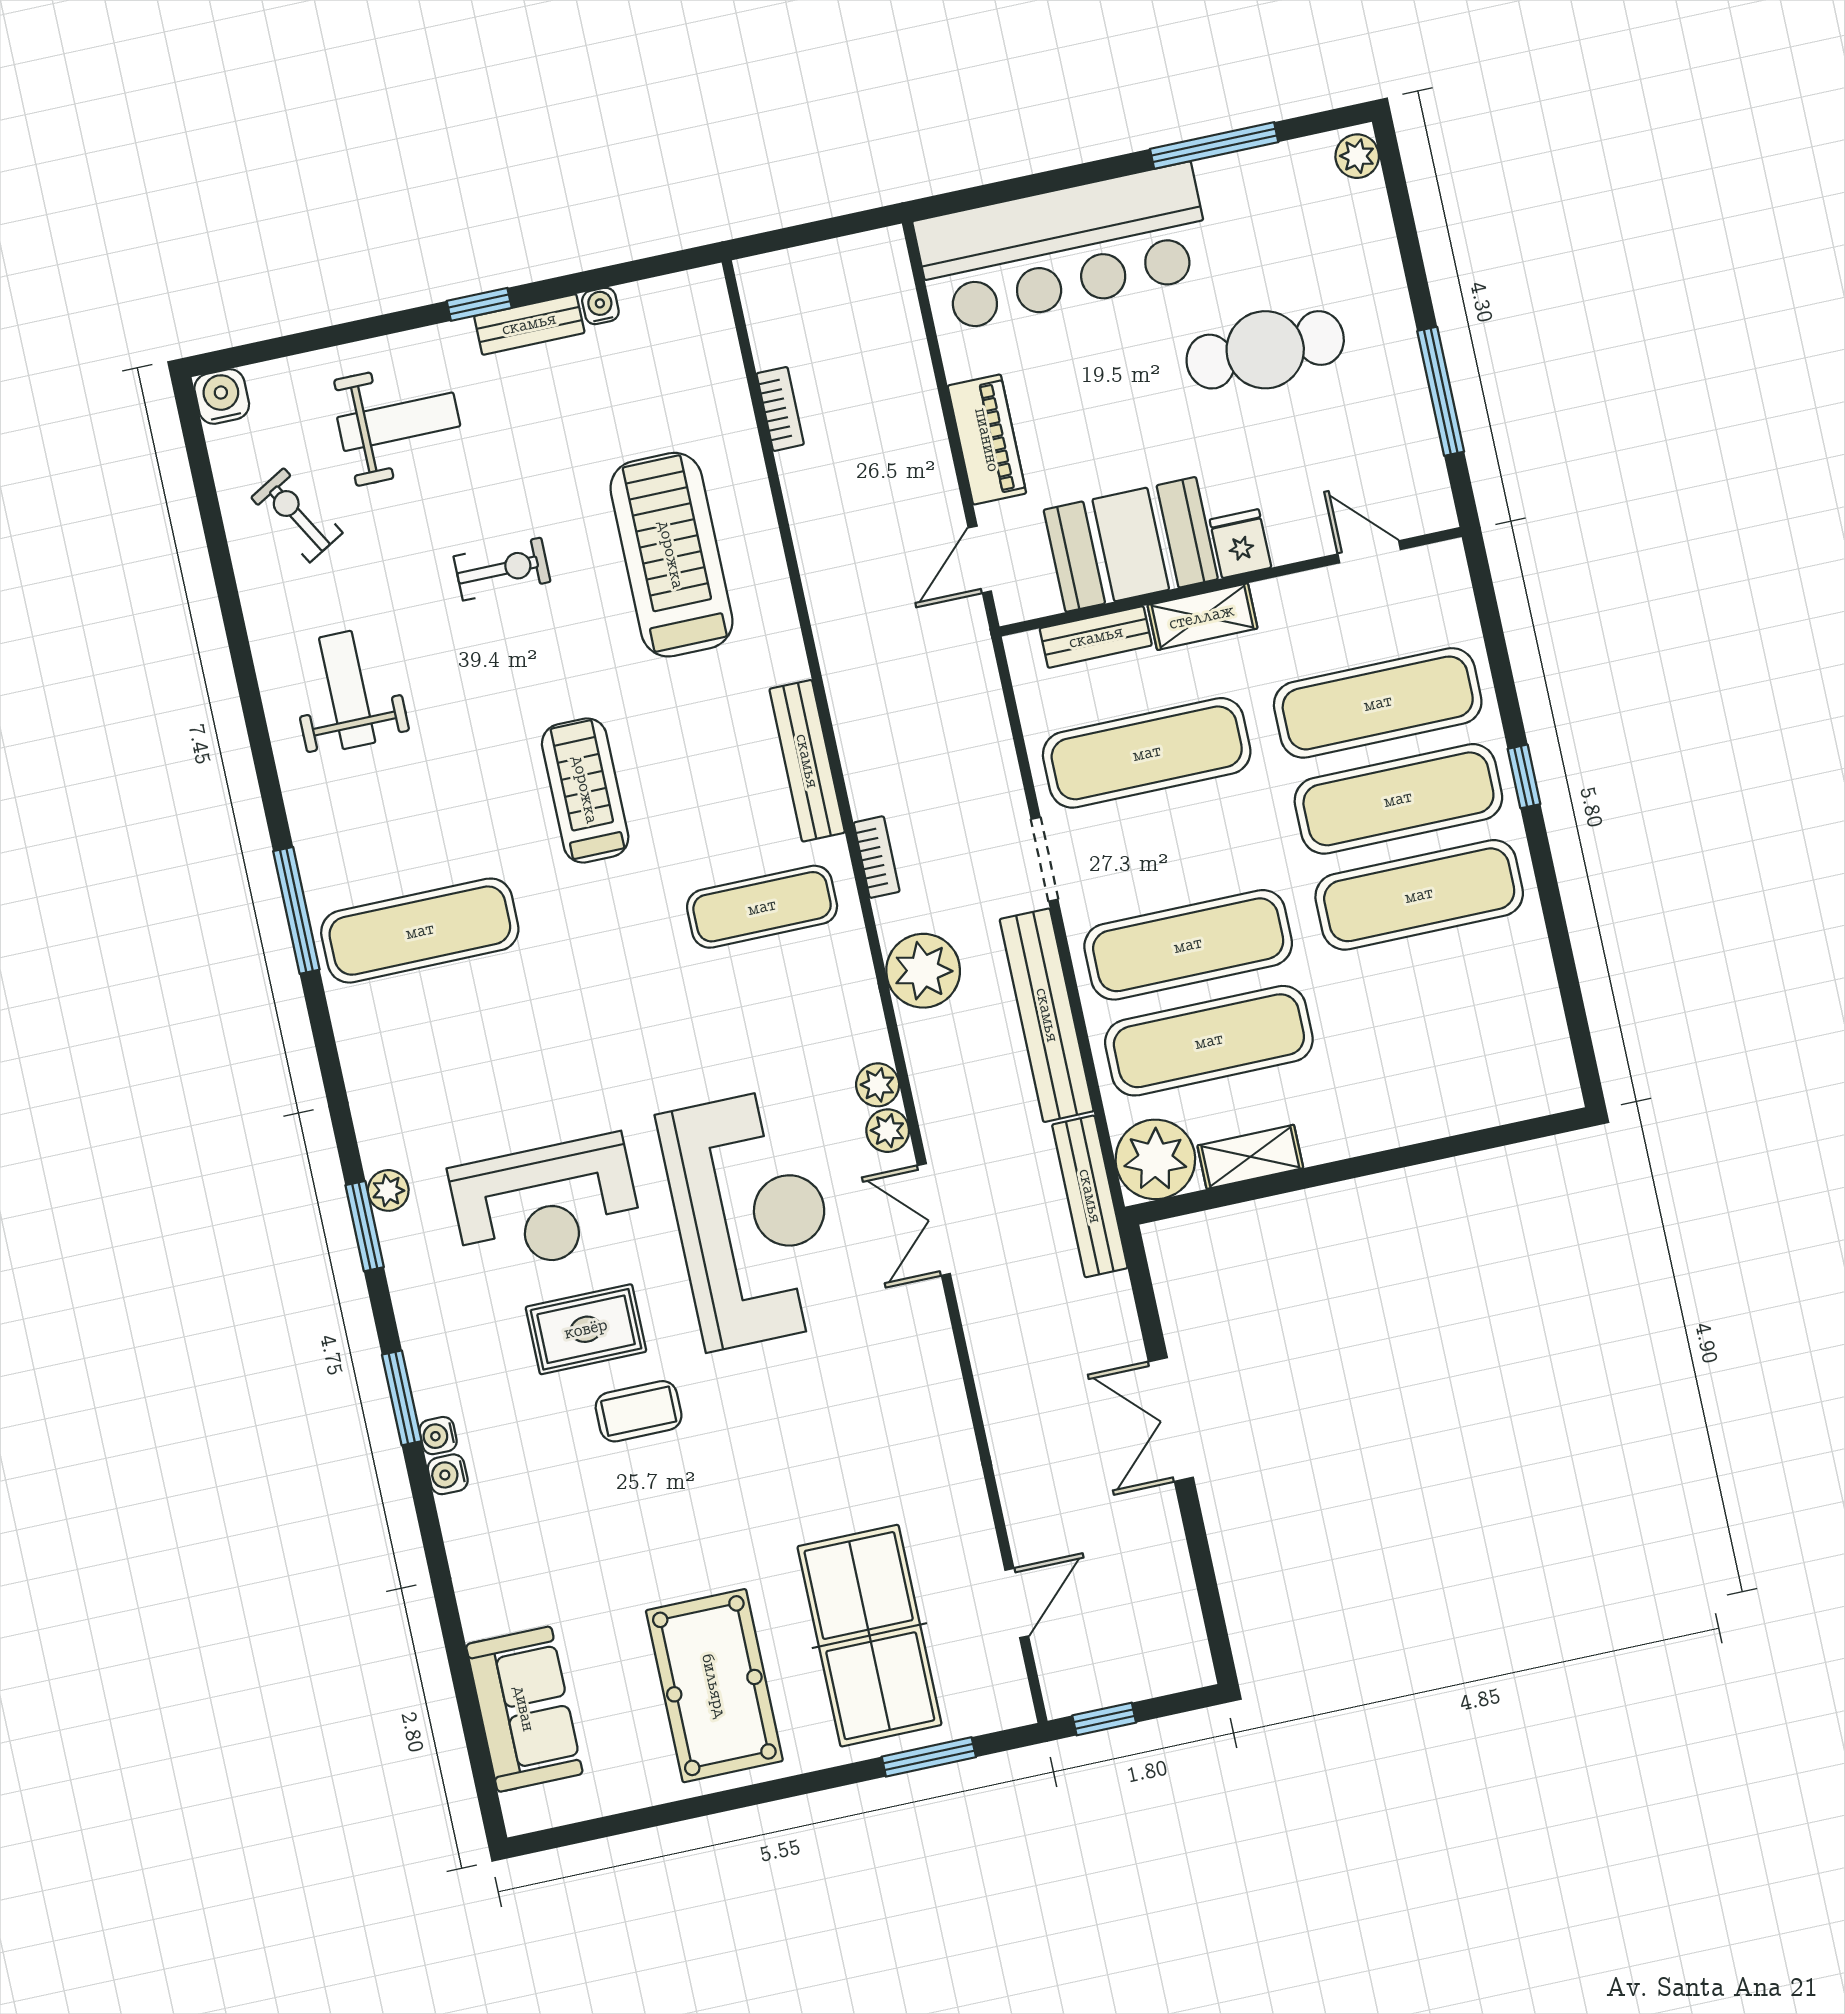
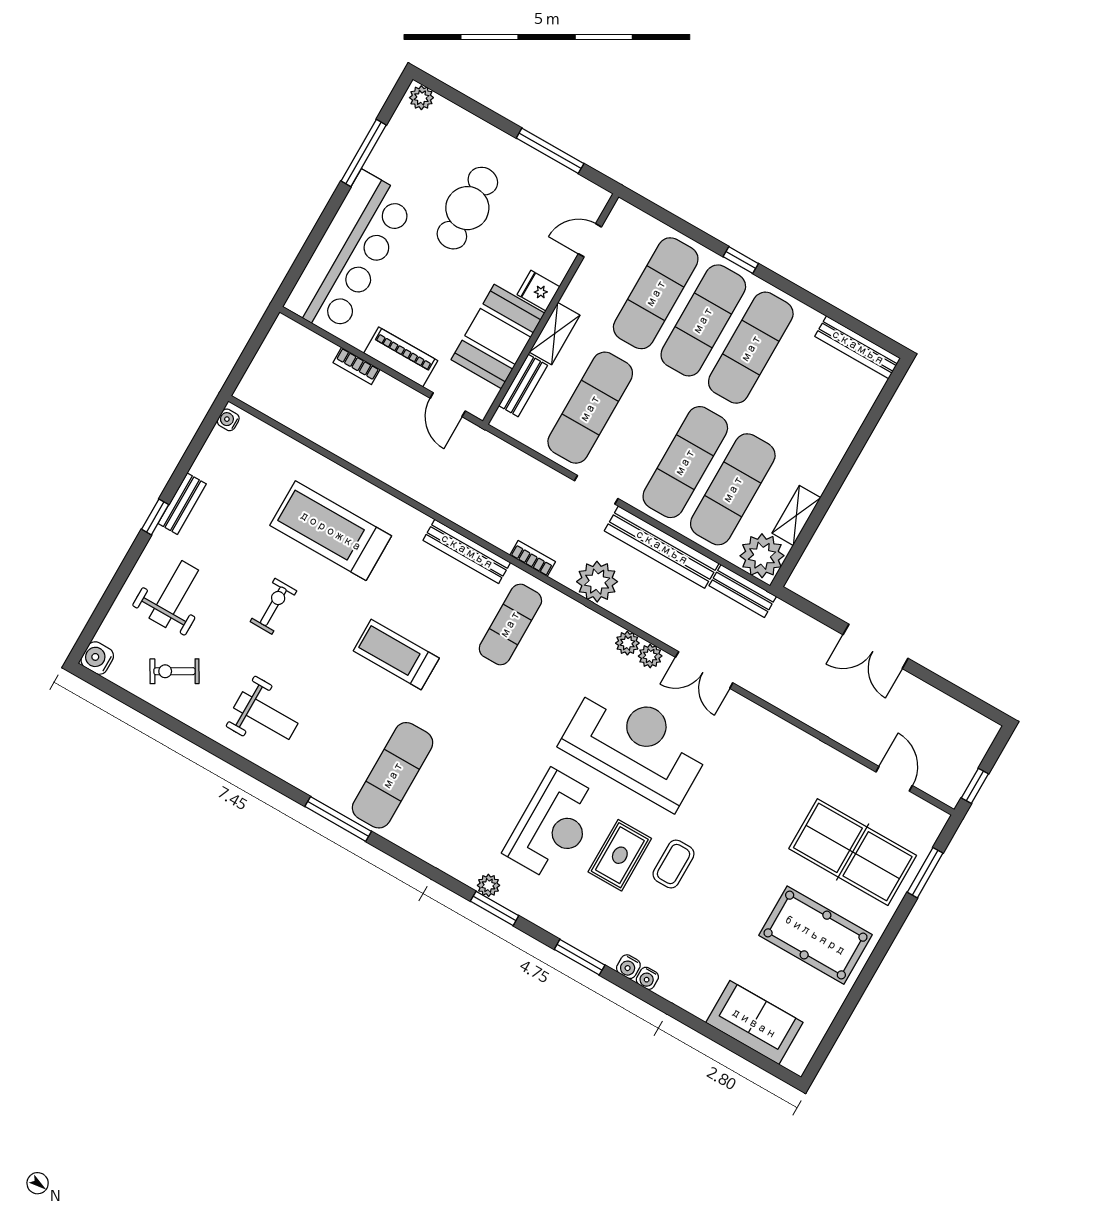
water cooler: (600, 306) -> (228, 420), moved
bookcase: (780, 409) -> (357, 366), moved, turned 180
weight bench: (347, 690) -> (266, 716), turned 180
bench: (1548, 1037) -> (858, 347), added
bench: (1090, 1196) -> (743, 591), width x0.73
water cooler: (438, 1436) -> (647, 978), moved

